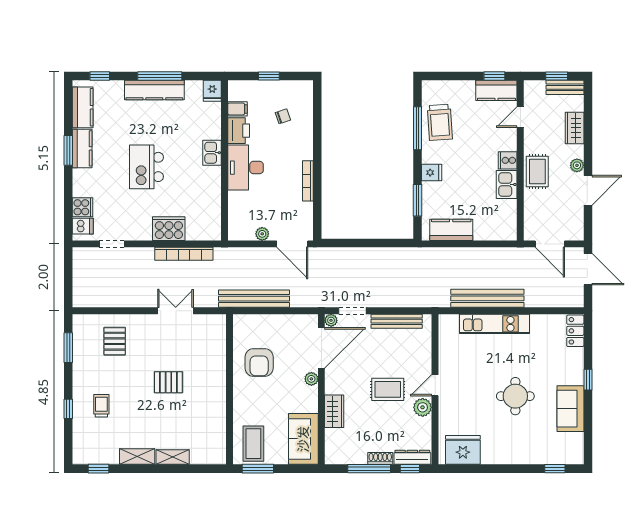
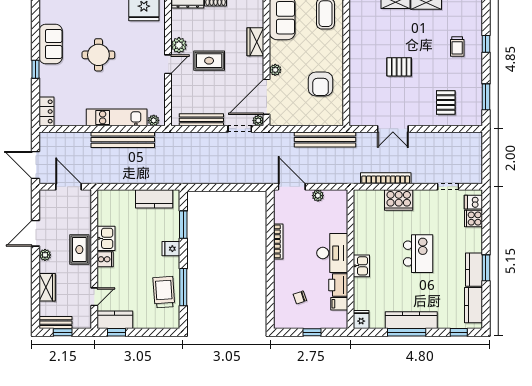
plant: (452, 321) -> (154, 120), added
armchair: (259, 362) -> (321, 84), turned 180

